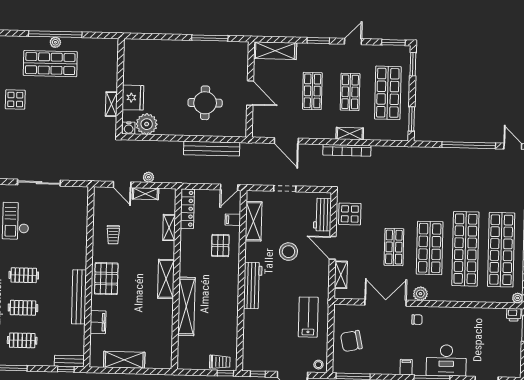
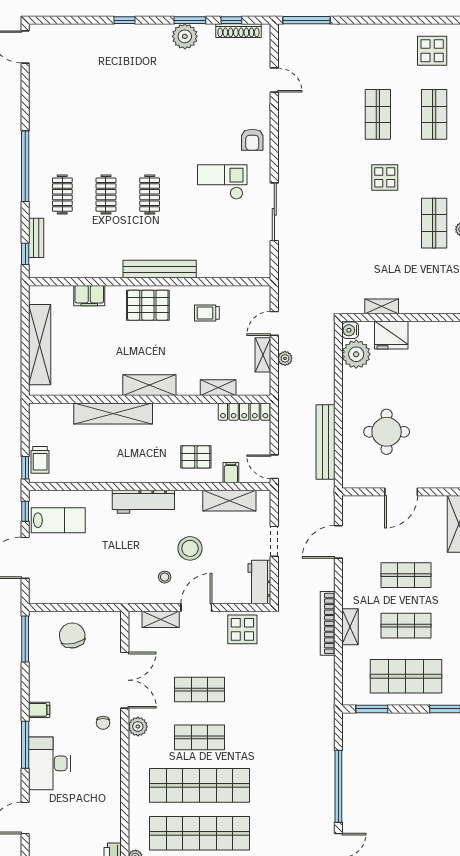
shop shelf: (50, 64) -> (434, 223), width x0.70, depth x0.74
workbench: (322, 215) -> (259, 582), moved, turned -90
shop shelf: (430, 248) -> (200, 737), width x0.70, depth x0.74
bench: (79, 297) -> (160, 269), moved
lab bench: (308, 317) -> (58, 520), moved
shelving: (124, 360) -> (40, 345), width x1.47
bench: (69, 361) -> (36, 238), moved
stool: (318, 365) -> (165, 577), moved

